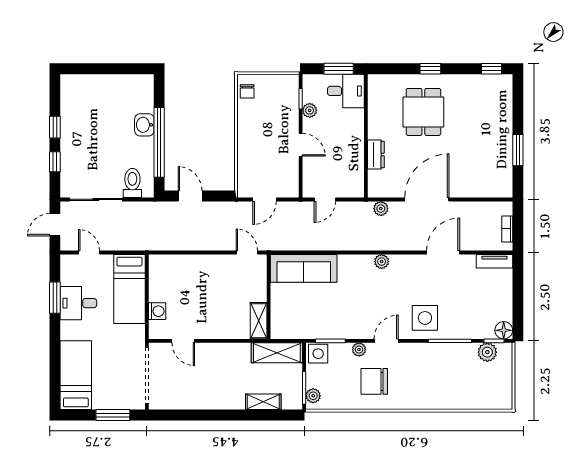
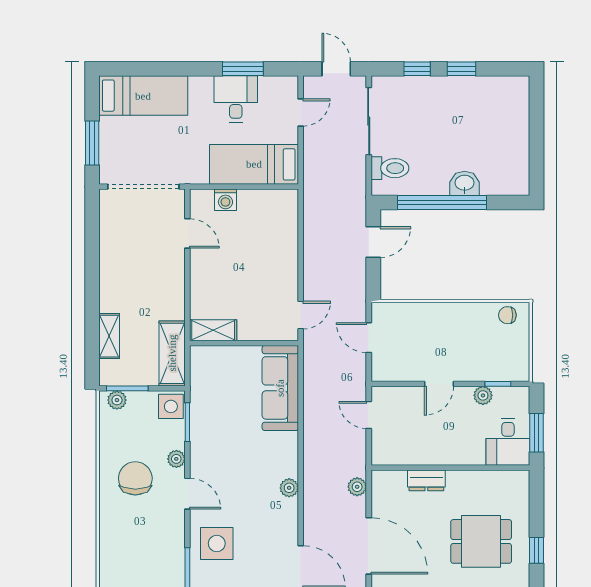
door: (183, 341) -> (187, 233), swing flipped

